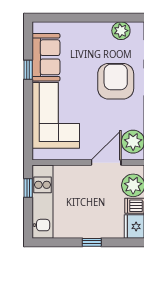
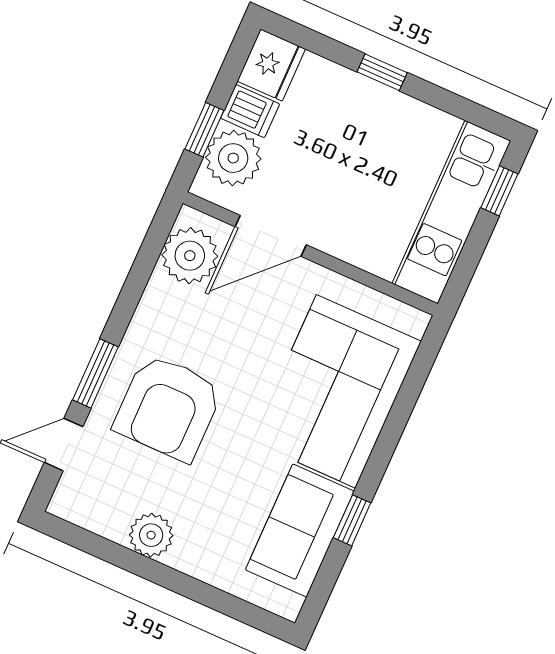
plant: (121, 31) -> (151, 535), moved
window: (28, 188) -> (499, 191), moved

